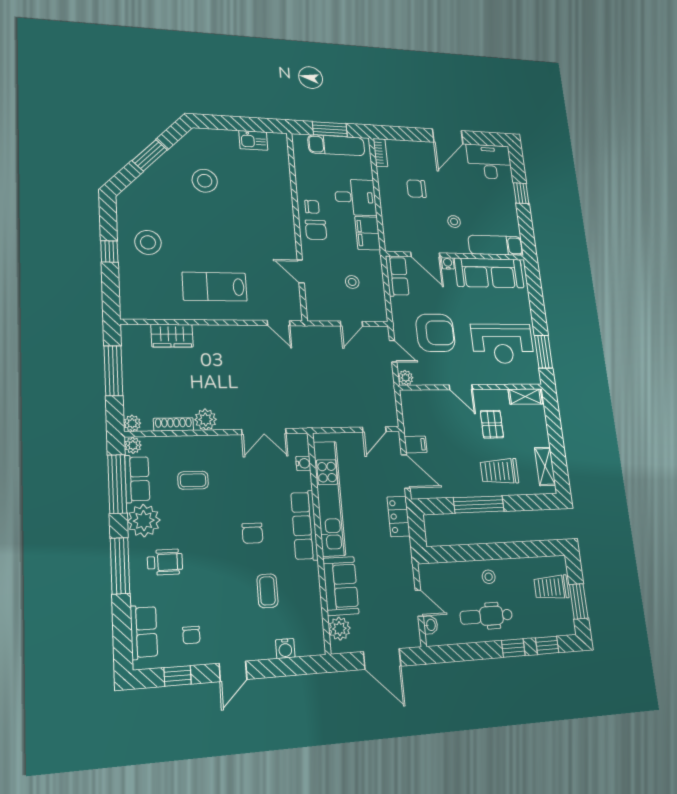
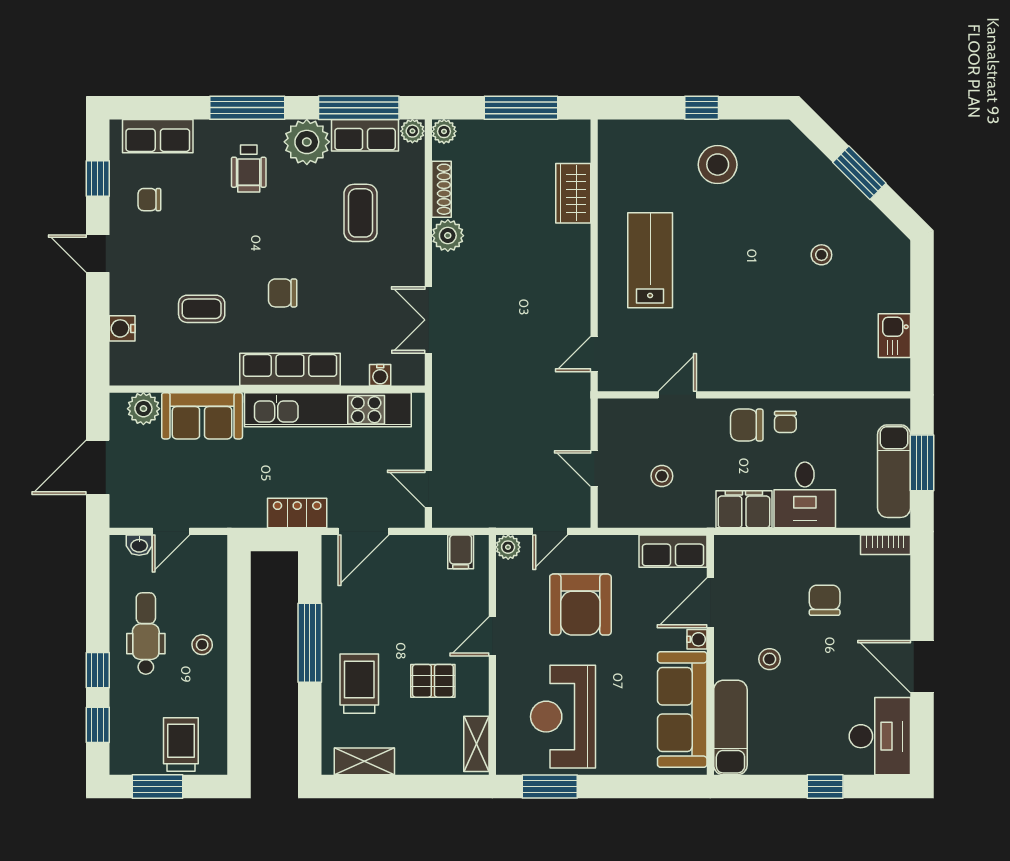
stool: (205, 181) -> (821, 255), width x0.53, depth x0.53
filing cabinet: (416, 444) -> (461, 552), moved
coffee table: (193, 480) -> (361, 213), width x1.36, depth x1.30

